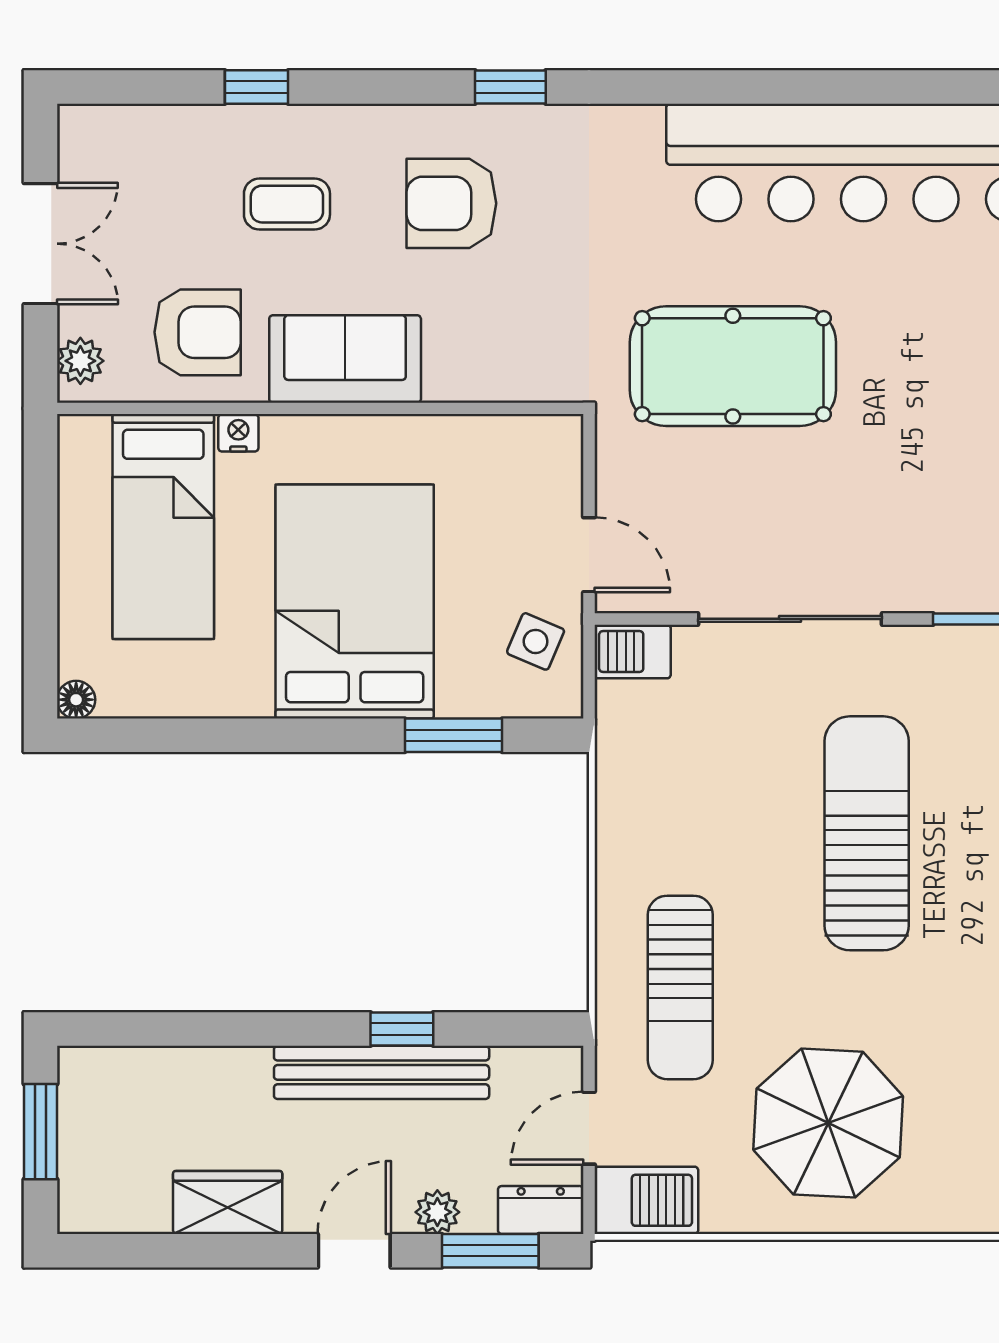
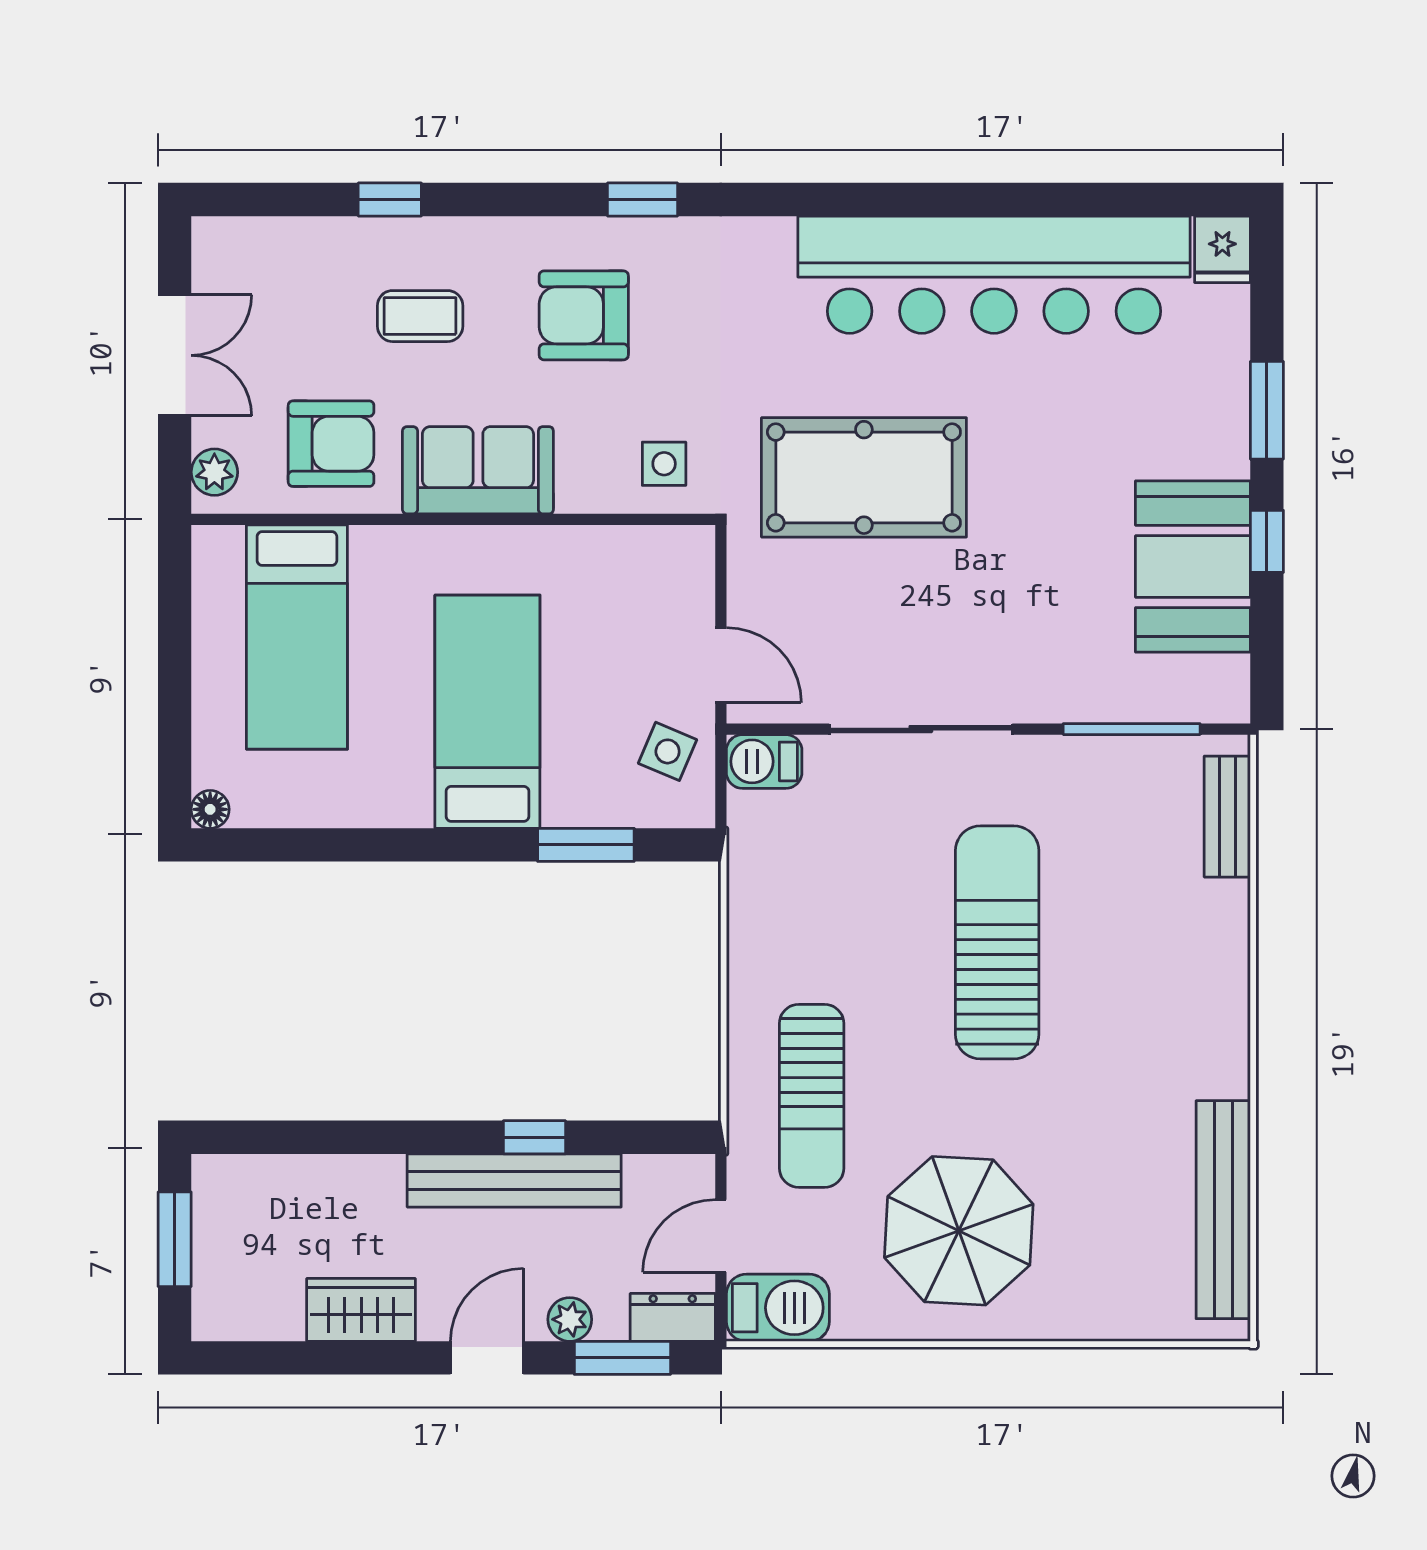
side table: (532, 352) -> (664, 464), added
nightstand: (238, 433) -> (372, 544), removed
bed: (355, 602) -> (487, 712), width x0.67

